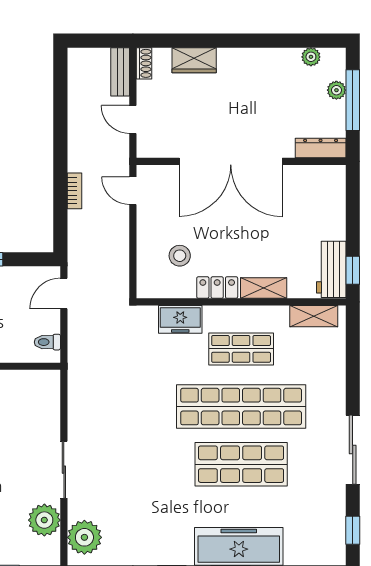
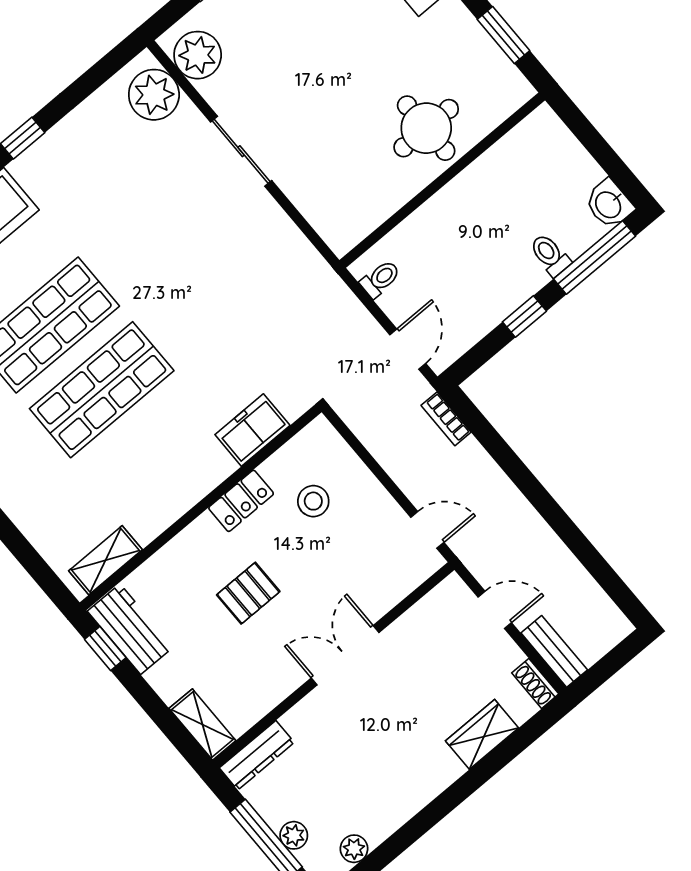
double door: (231, 161) -> (345, 655), width x0.54
bookcase: (74, 191) -> (446, 419), moved
pallet: (254, 236) -> (248, 593), added
shelving: (264, 288) -> (202, 724), moved, turned 90
shop shelf: (241, 349) -> (156, 454), removed
shop shelf: (241, 407) -> (102, 390), width x0.71
plant: (44, 520) -> (198, 55), moved

